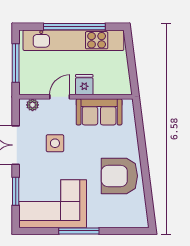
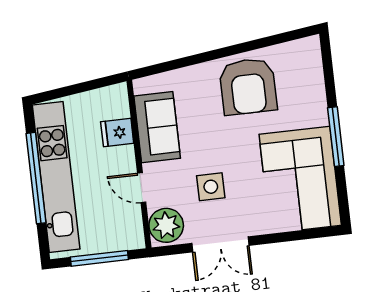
fridge: (84, 85) -> (117, 133), moved
plant: (32, 105) -> (166, 225), width x1.88, depth x1.88
window: (16, 191) -> (288, 236), removed

